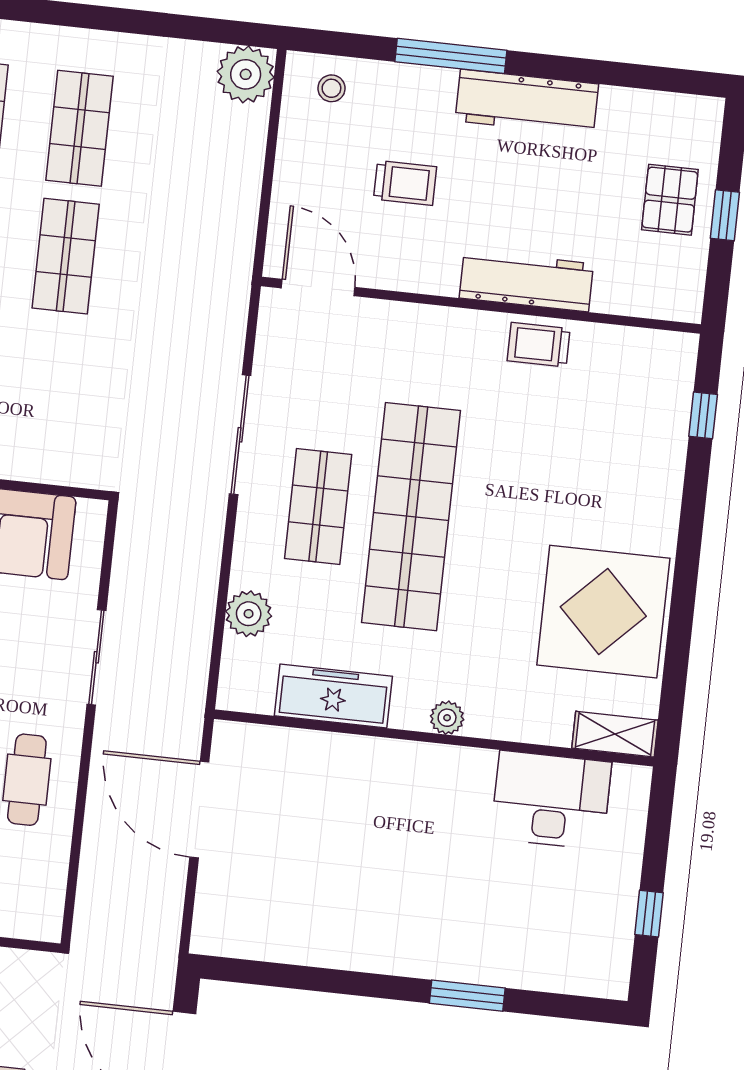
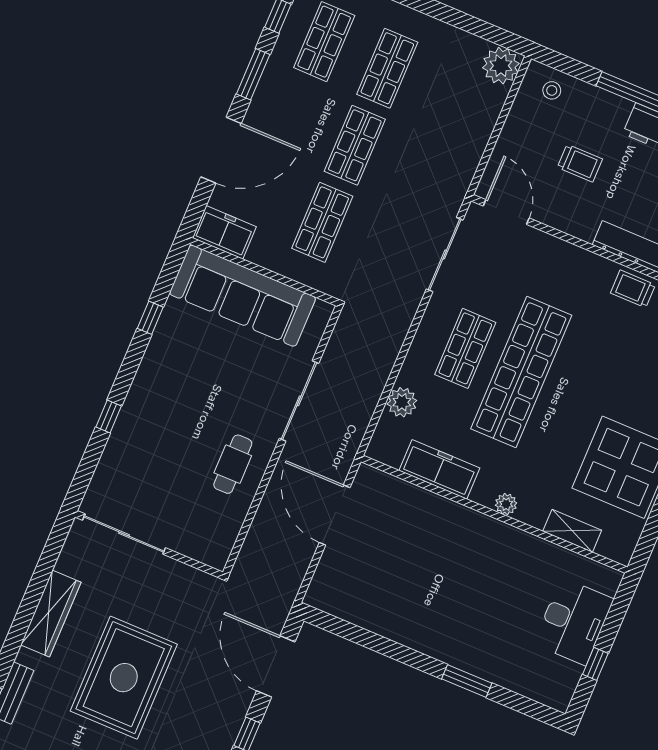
shop shelf: (52, 384) -> (322, 222), added
sliding door: (240, 435) -> (445, 255), moved
sliding door: (96, 657) -> (299, 401), width x1.37
shelving: (615, 734) -> (572, 531), moved
desk: (551, 800) -> (574, 621), moved, turned 90

